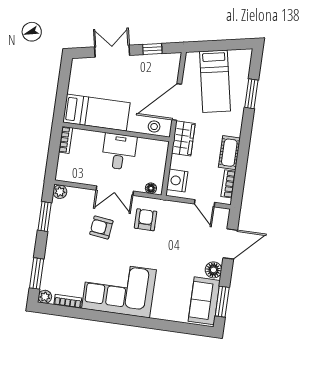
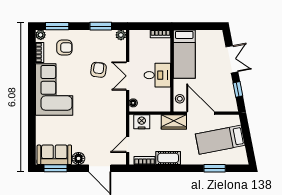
armchair: (146, 220) -> (64, 47), moved

